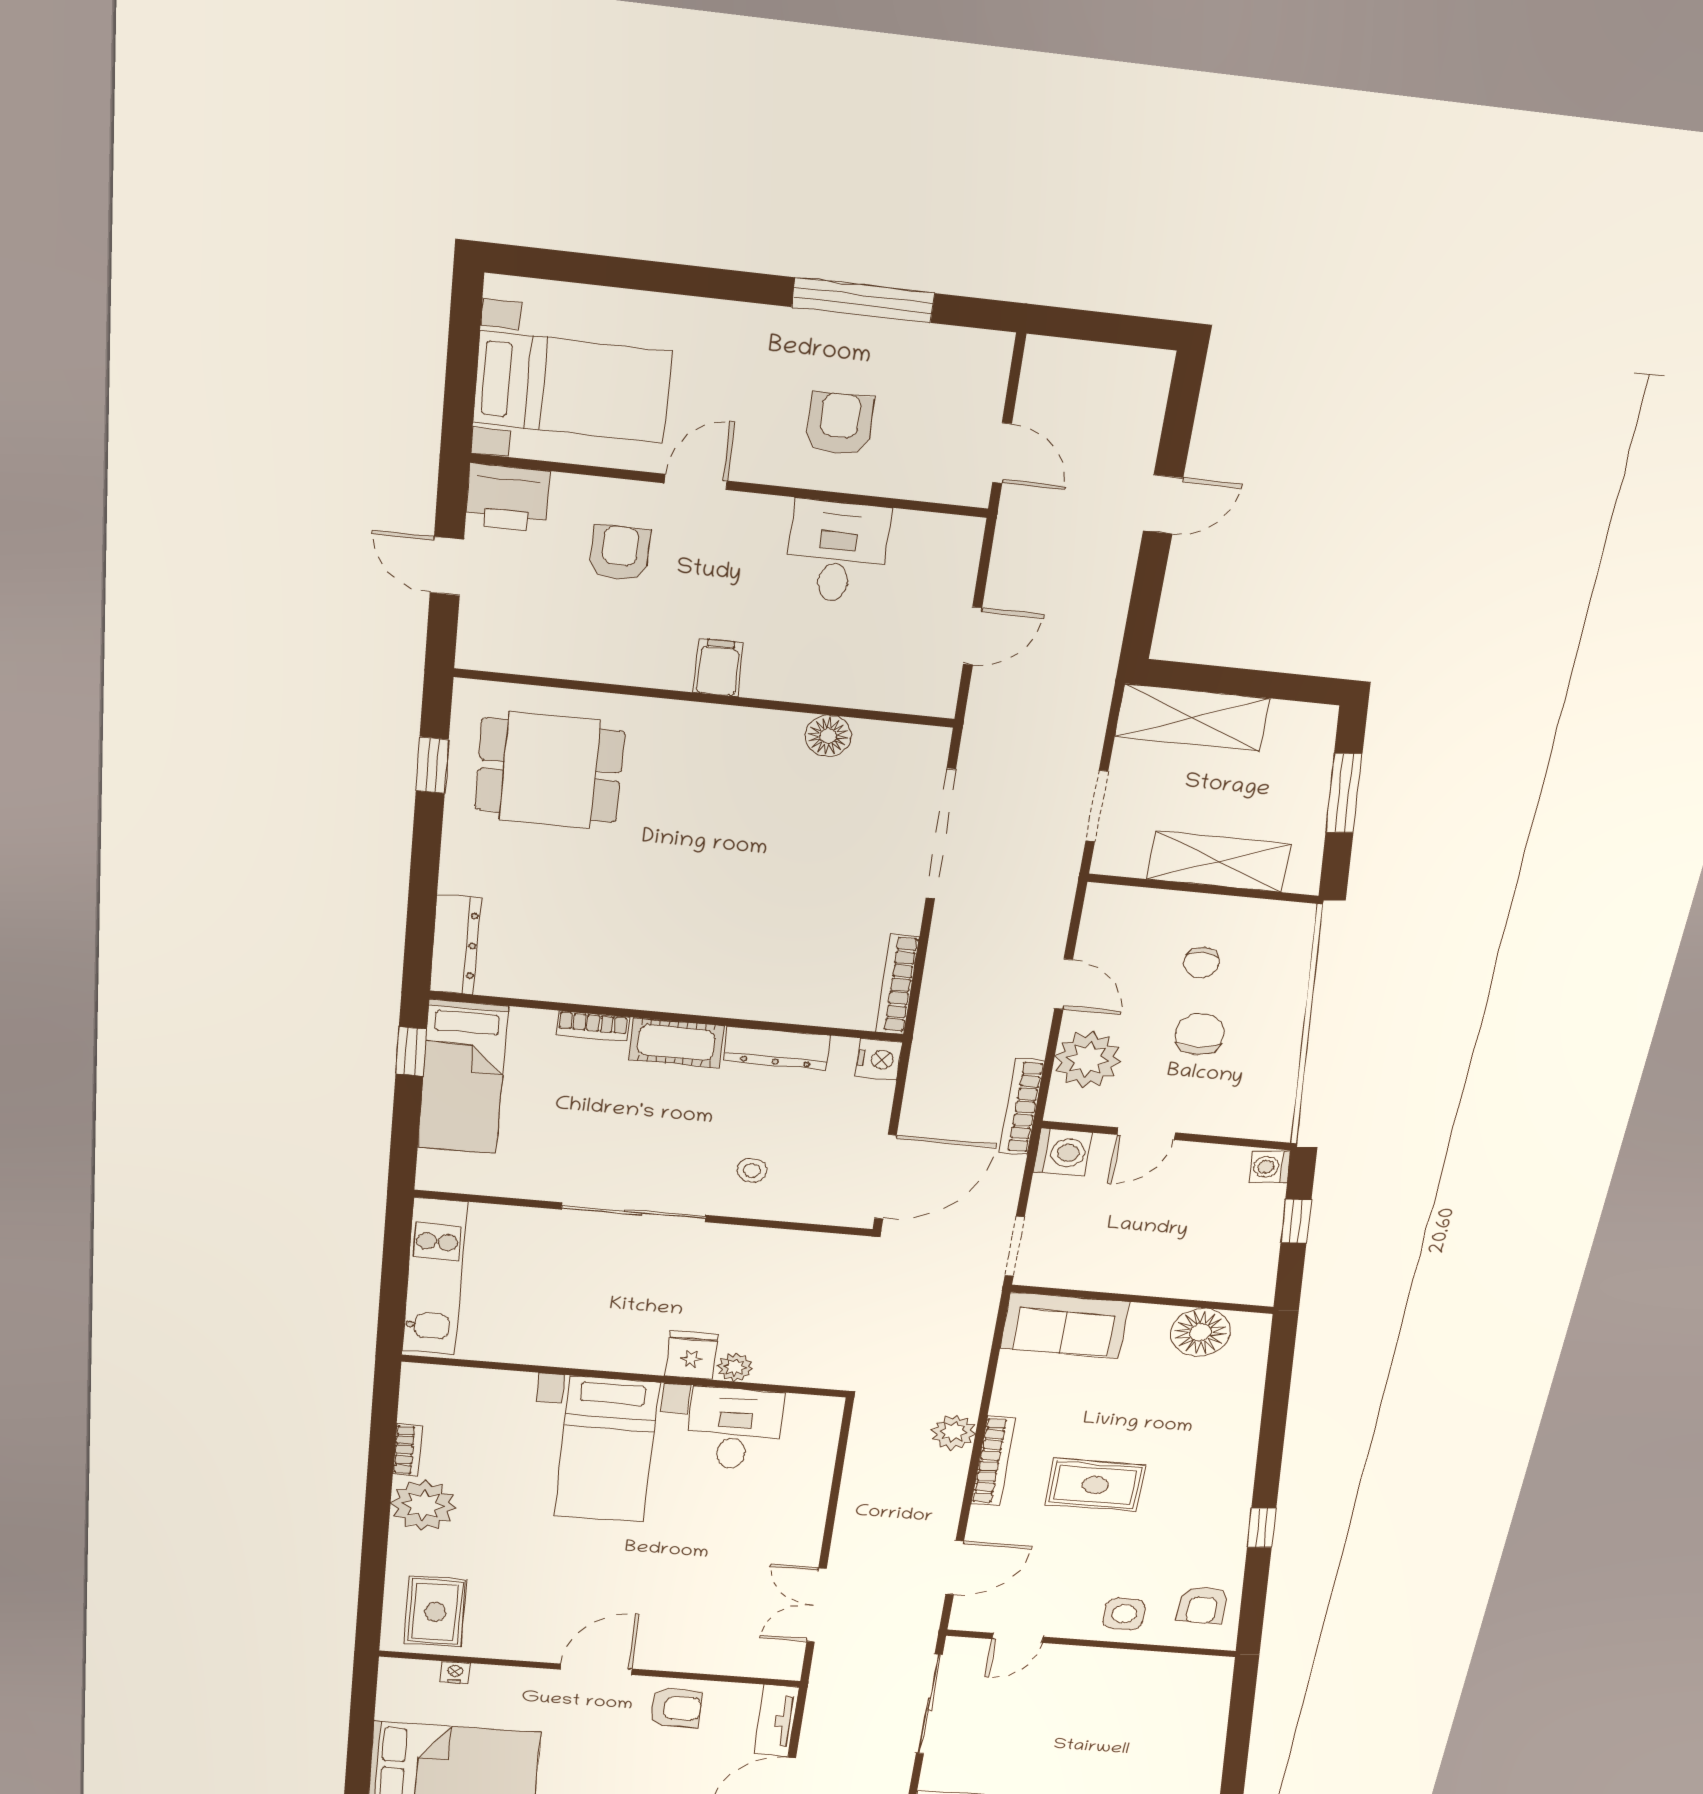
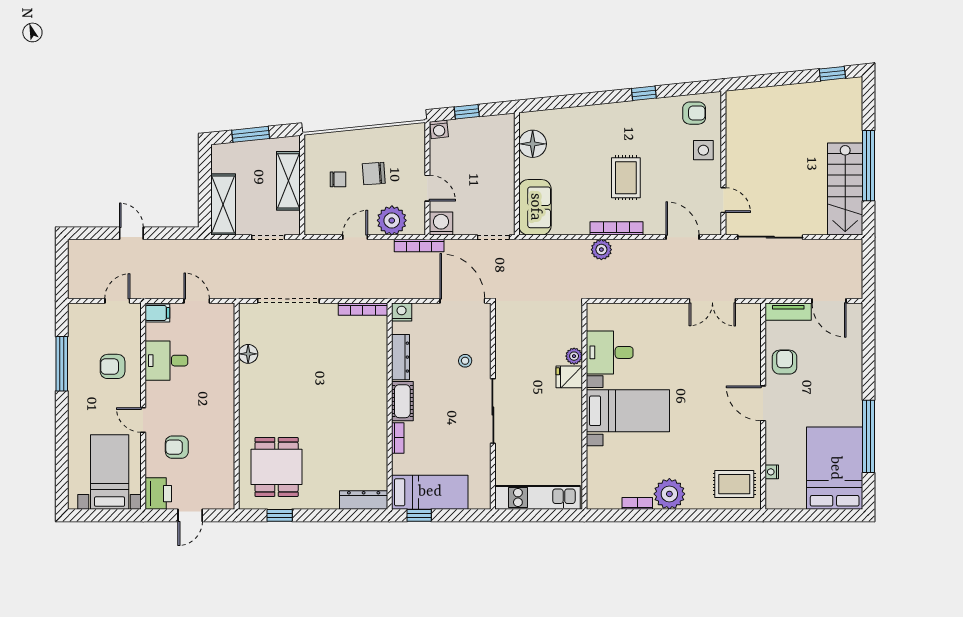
filing cabinet: (718, 668) -> (157, 313), moved, turned 180

